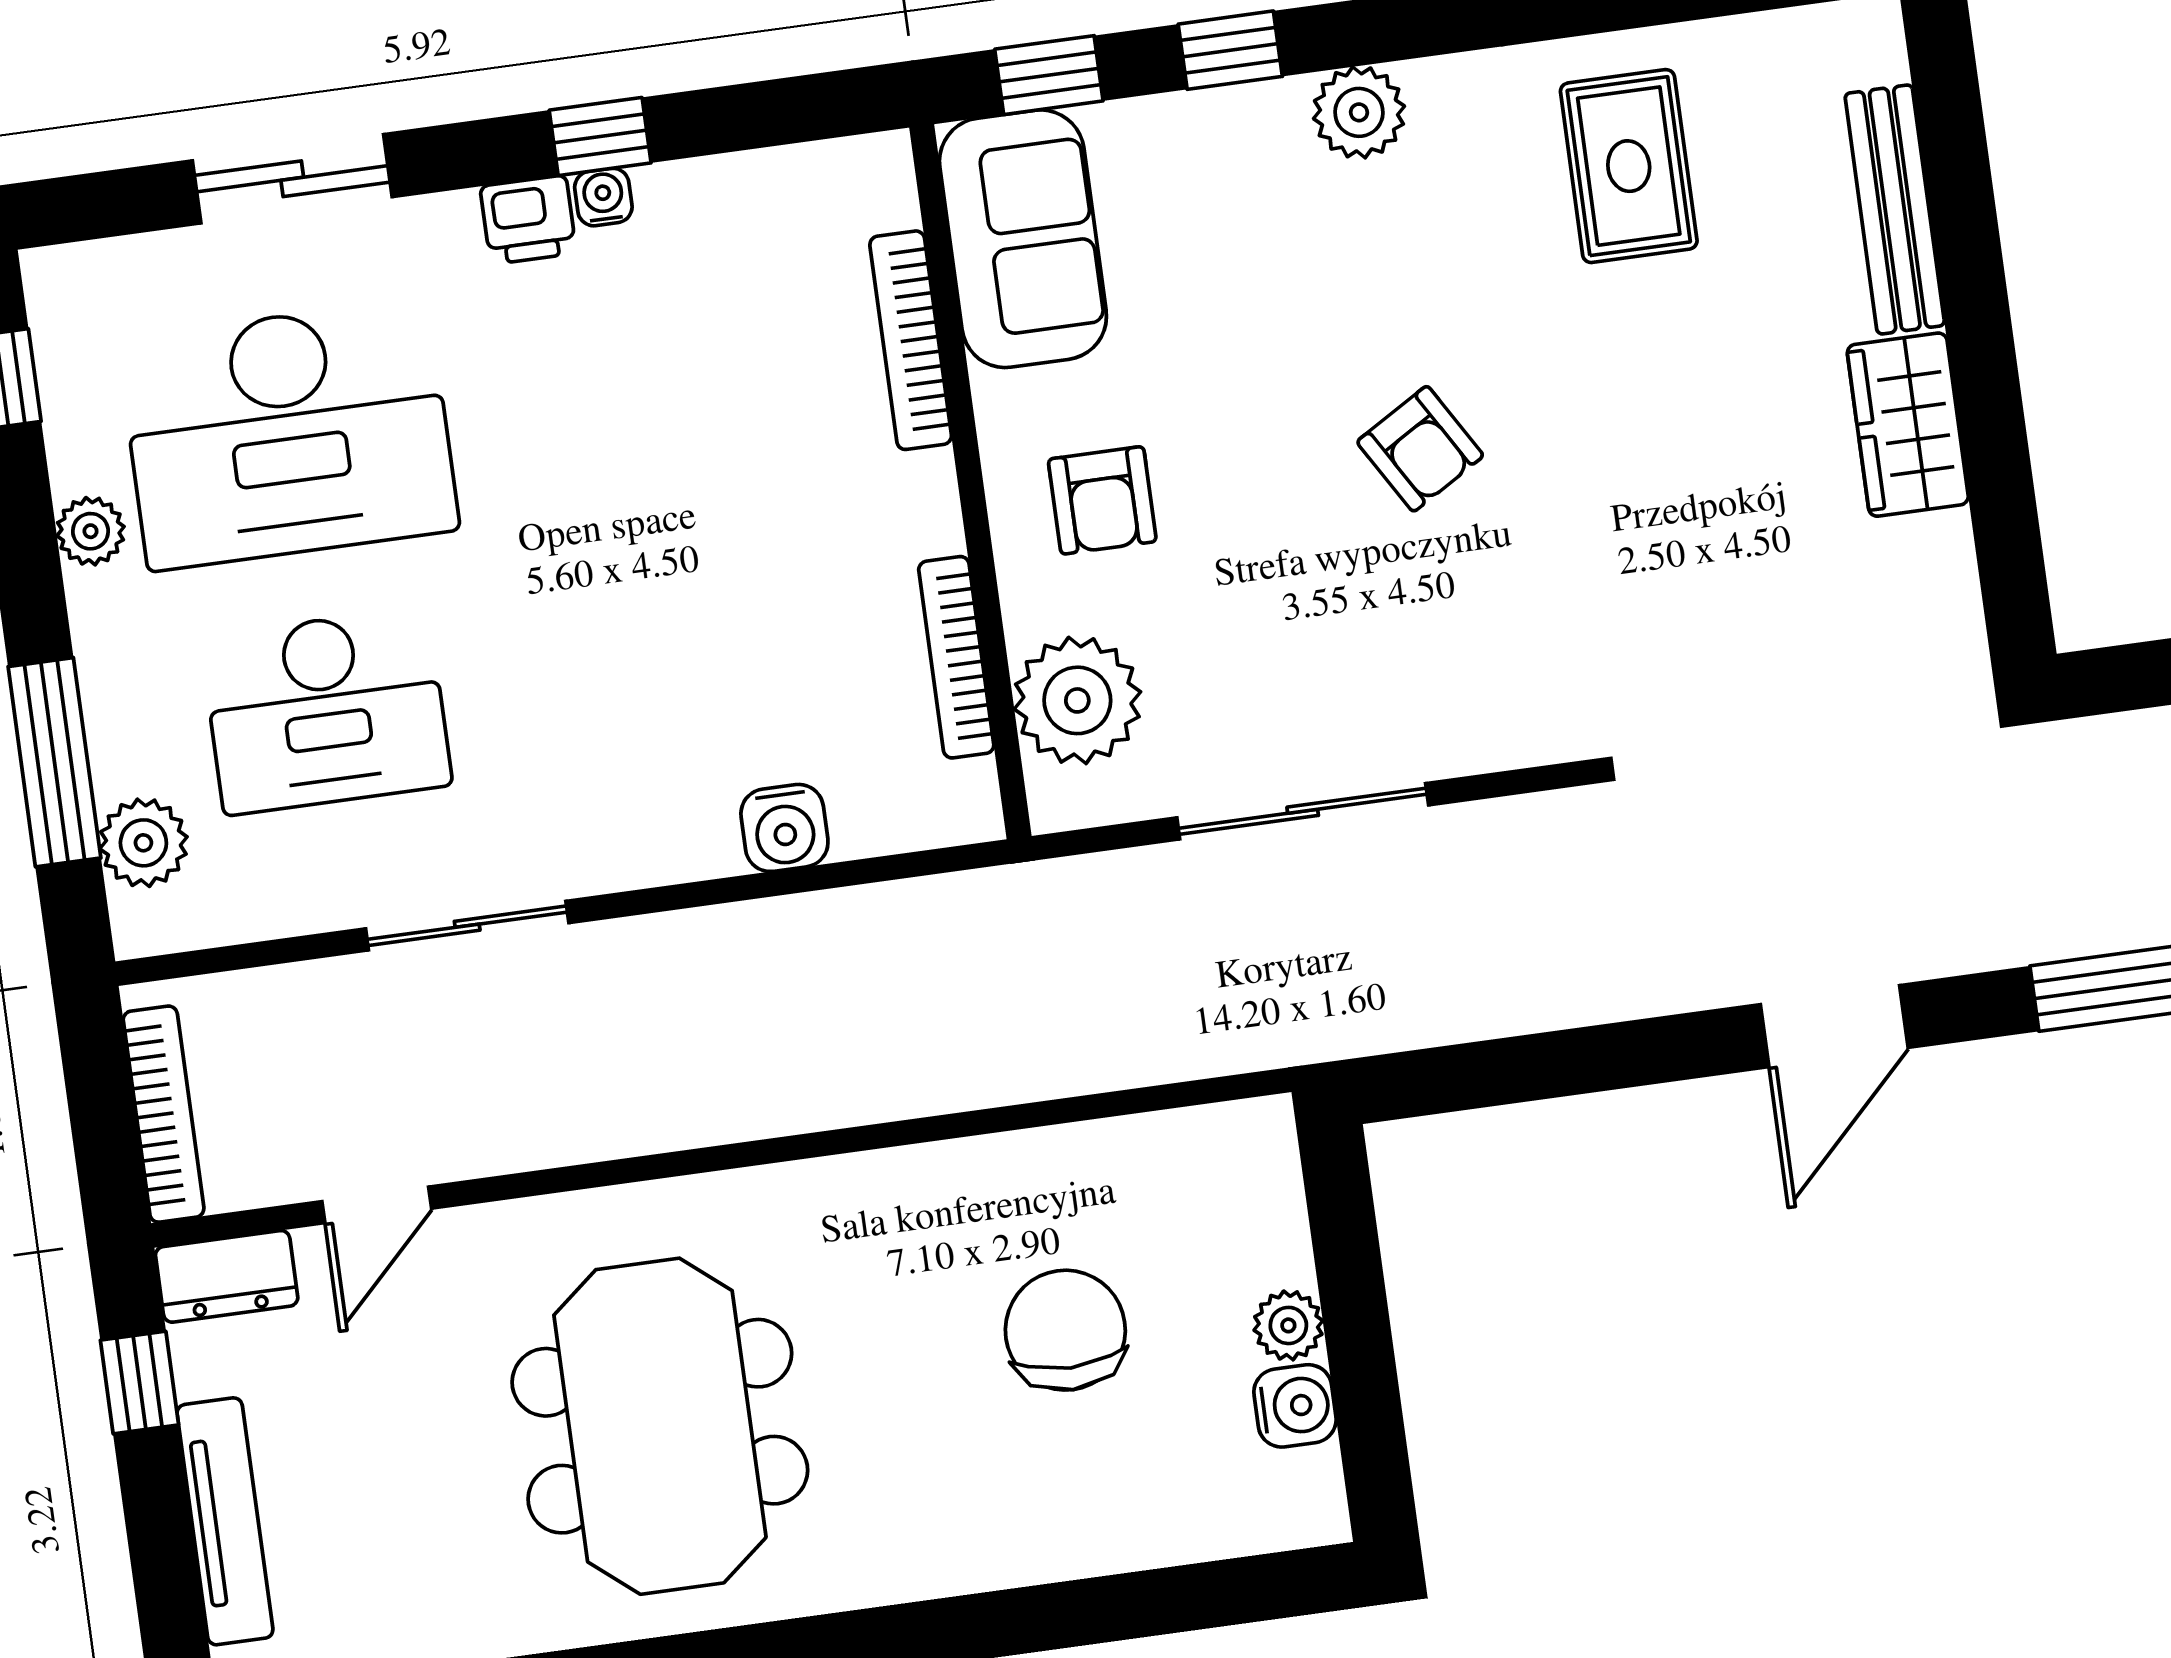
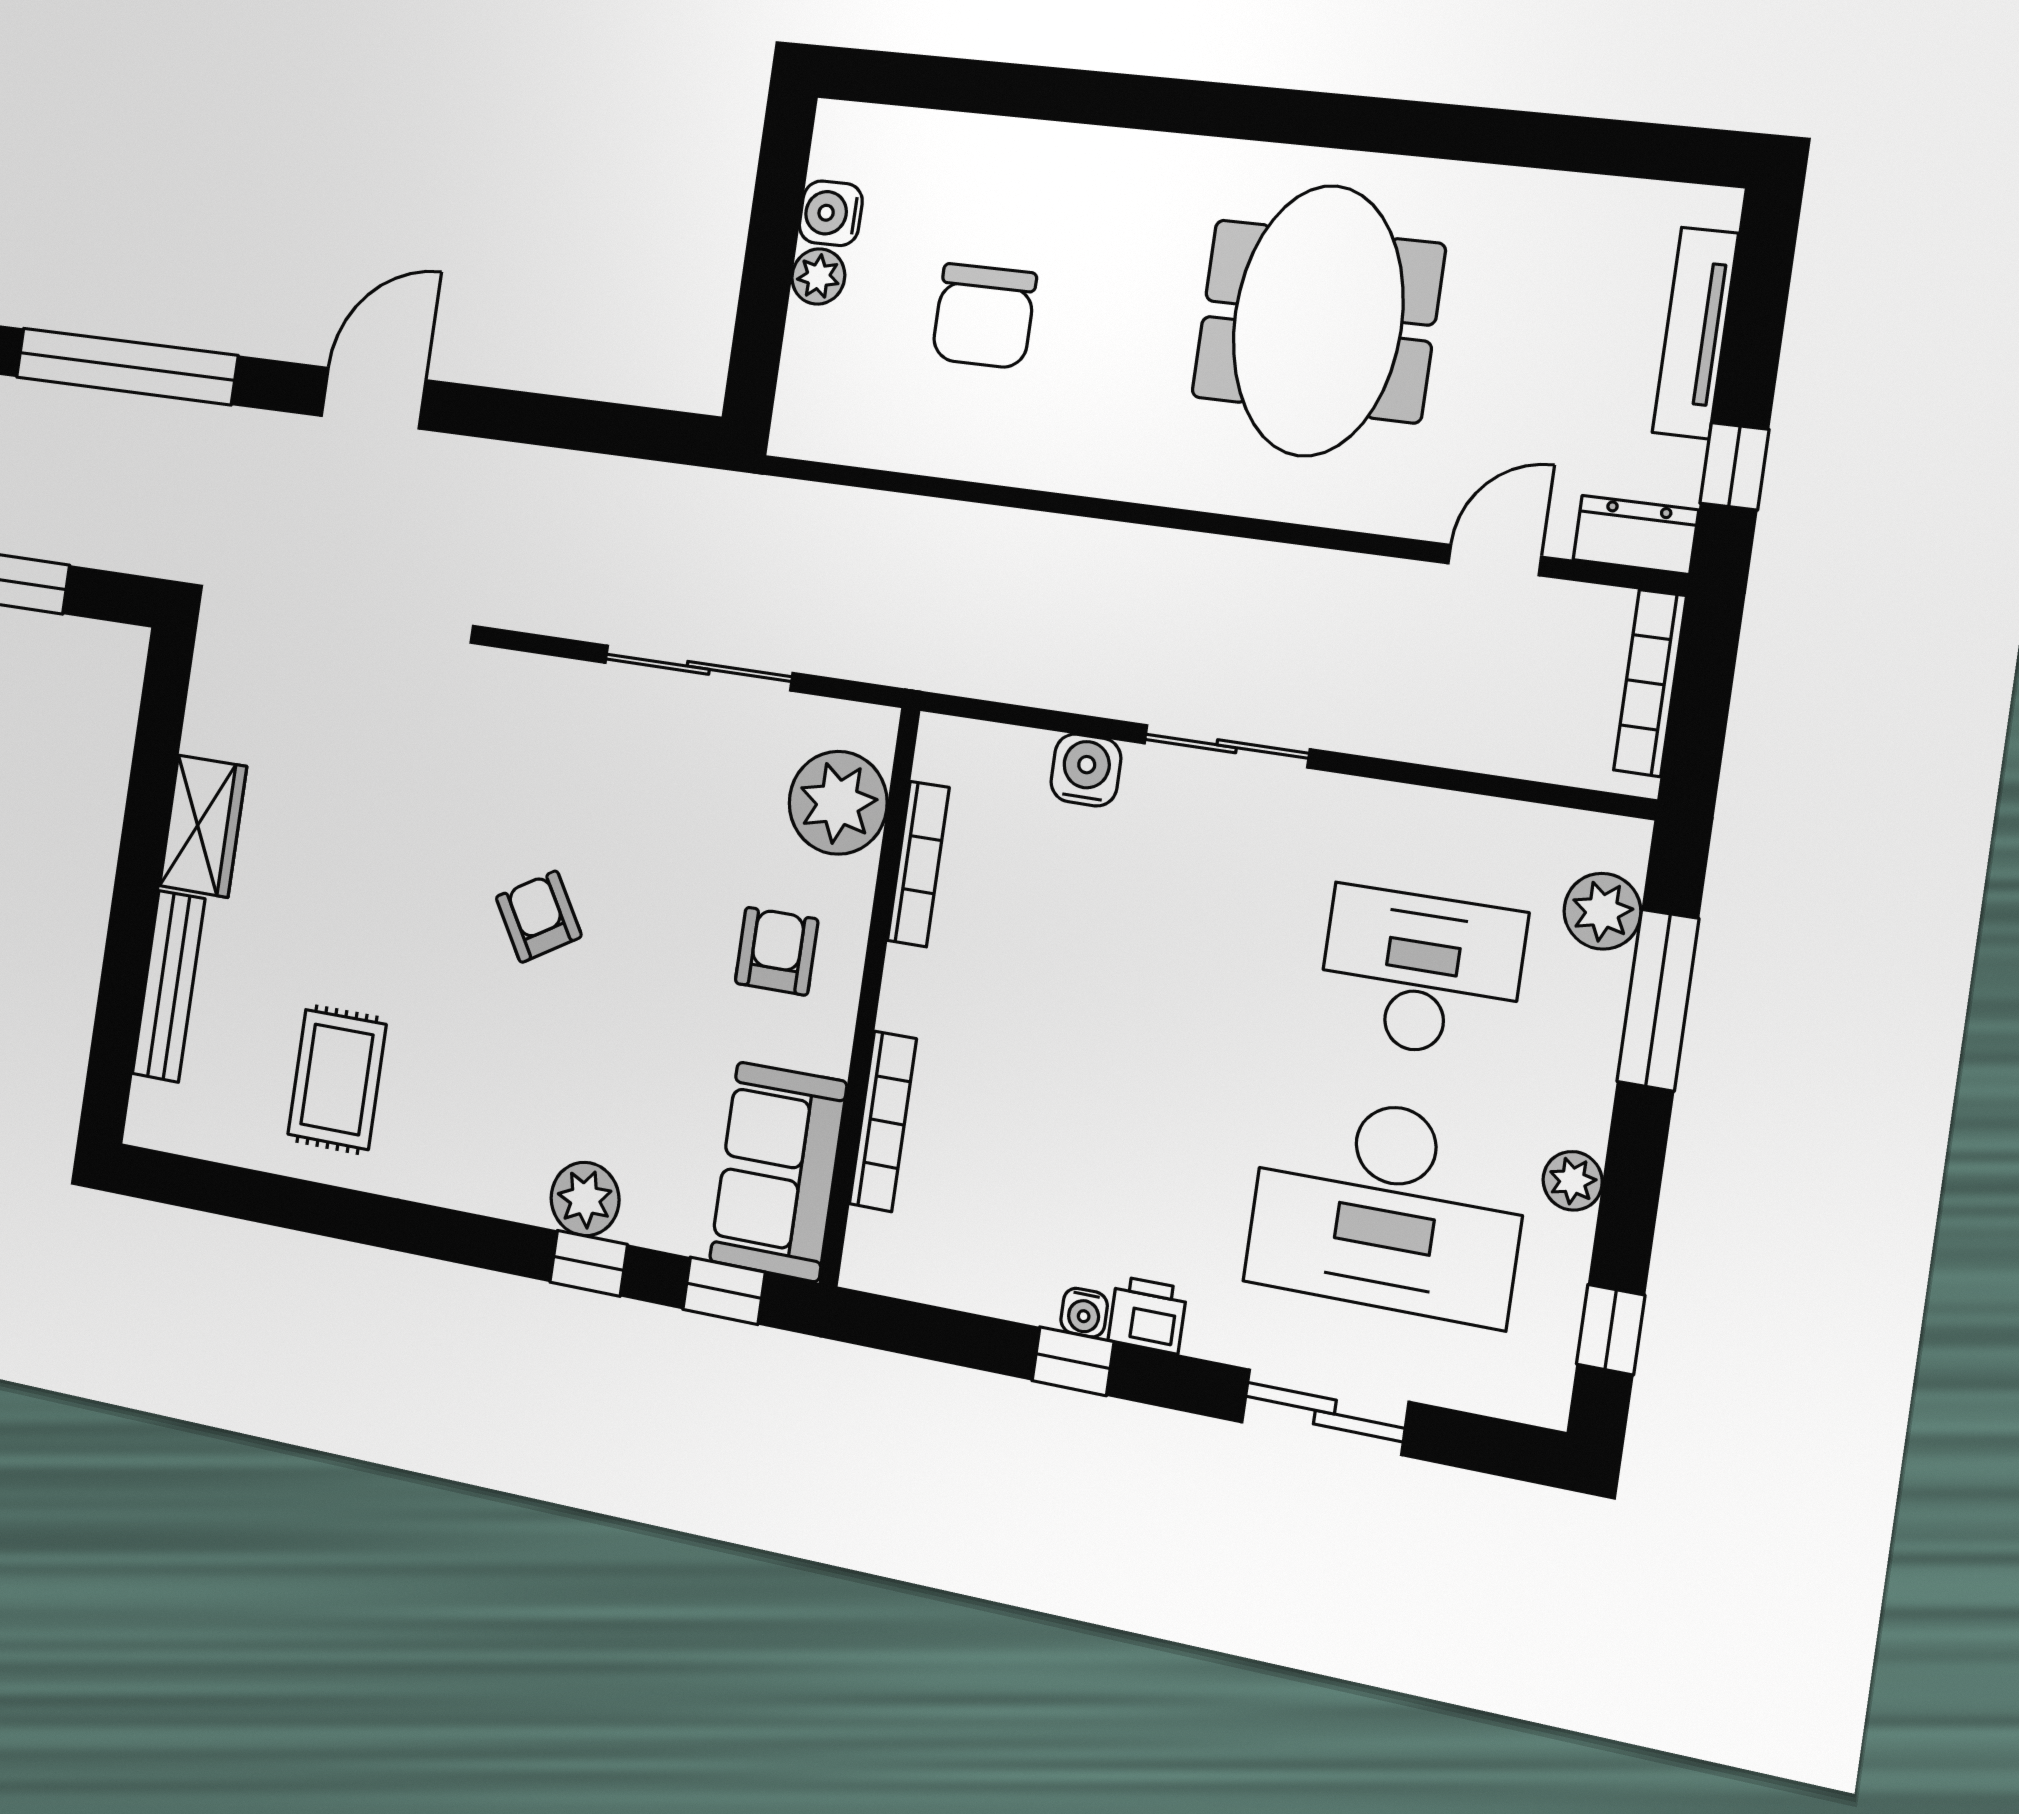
plant: (1359, 112) -> (585, 1199), moved
desk: (288, 434) -> (1387, 1207), turned 180
sliding door: (467, 926) -> (1227, 746), moved

